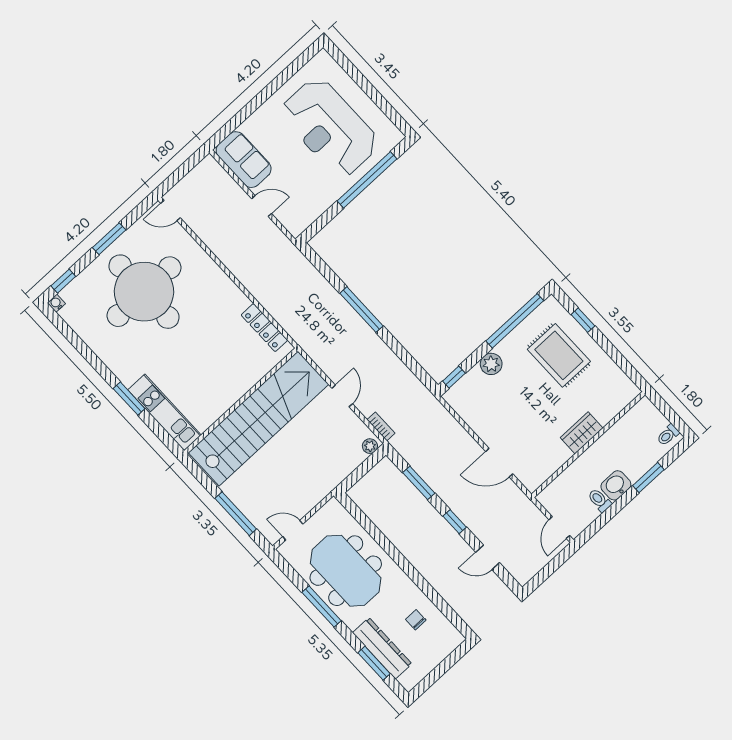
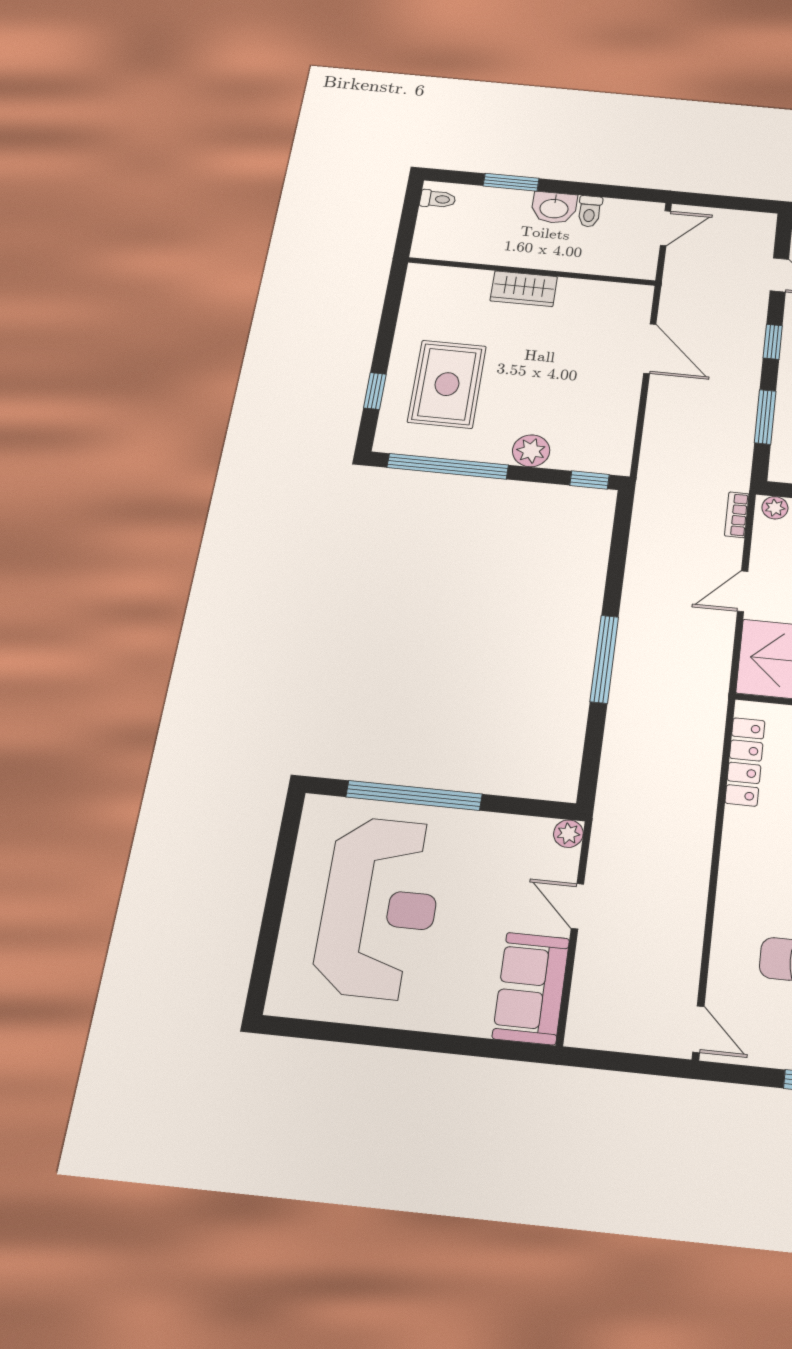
plant: (296, 228) -> (568, 834), added

